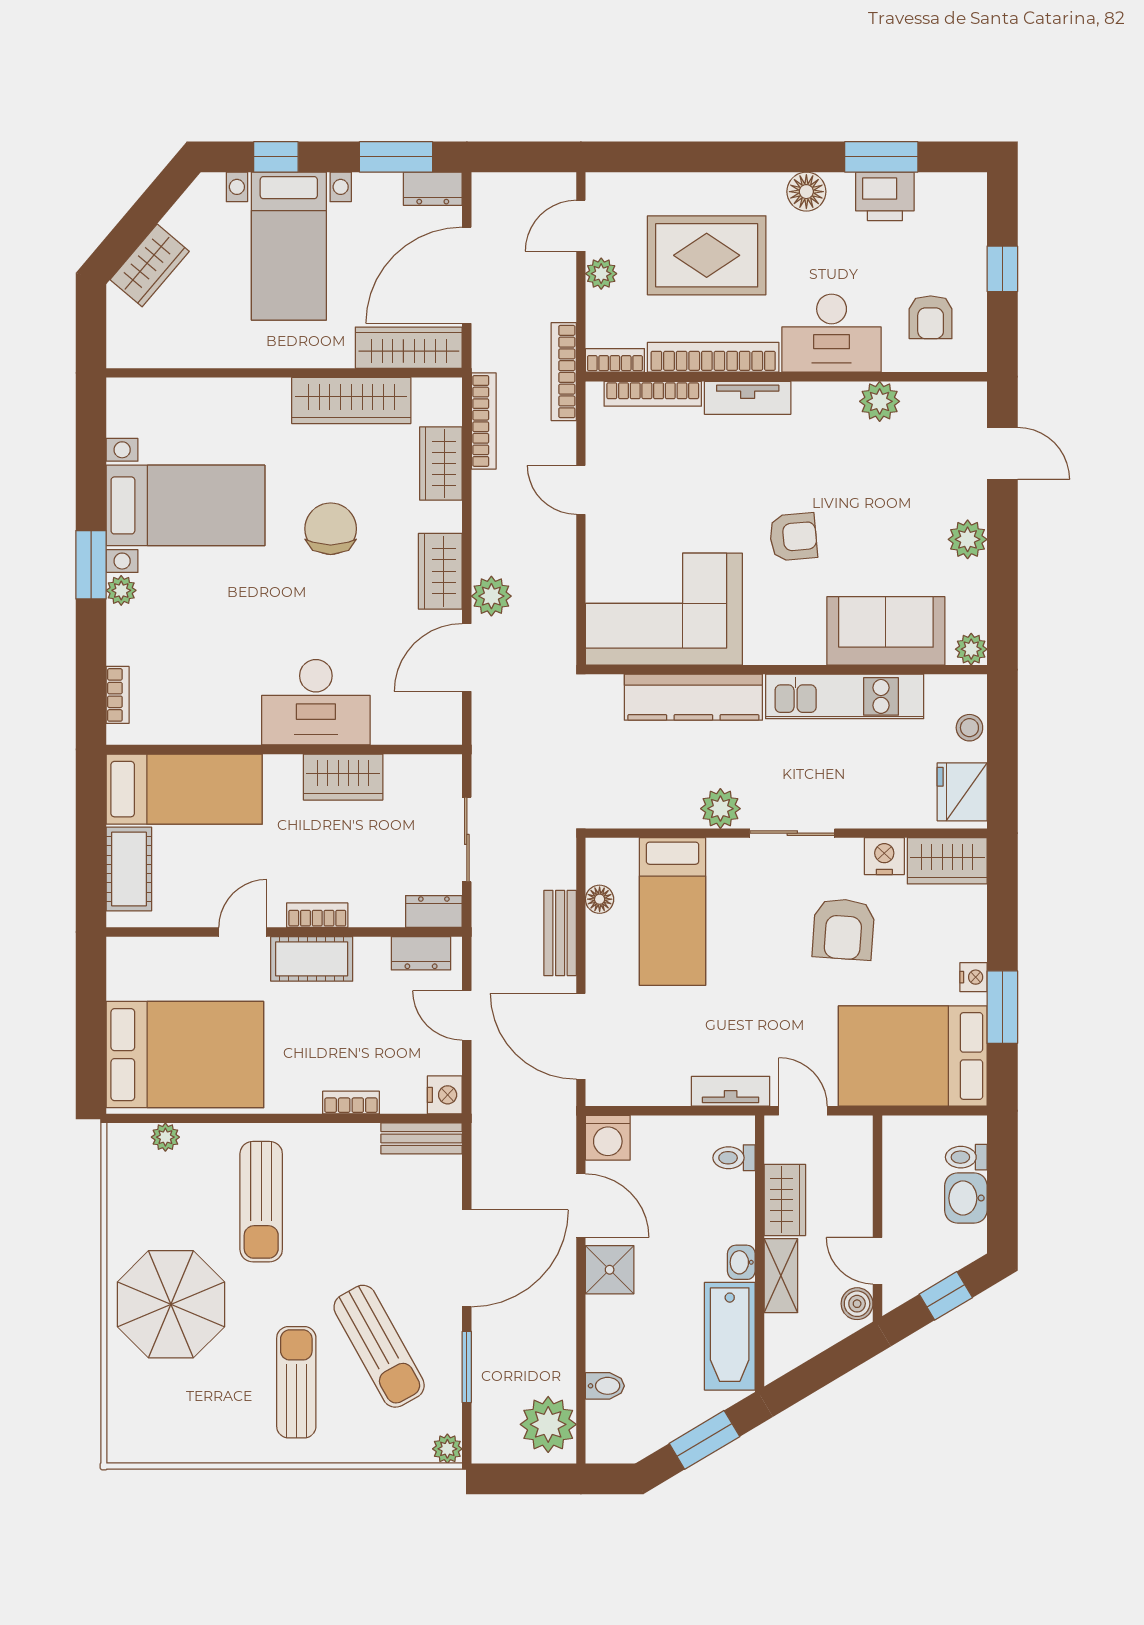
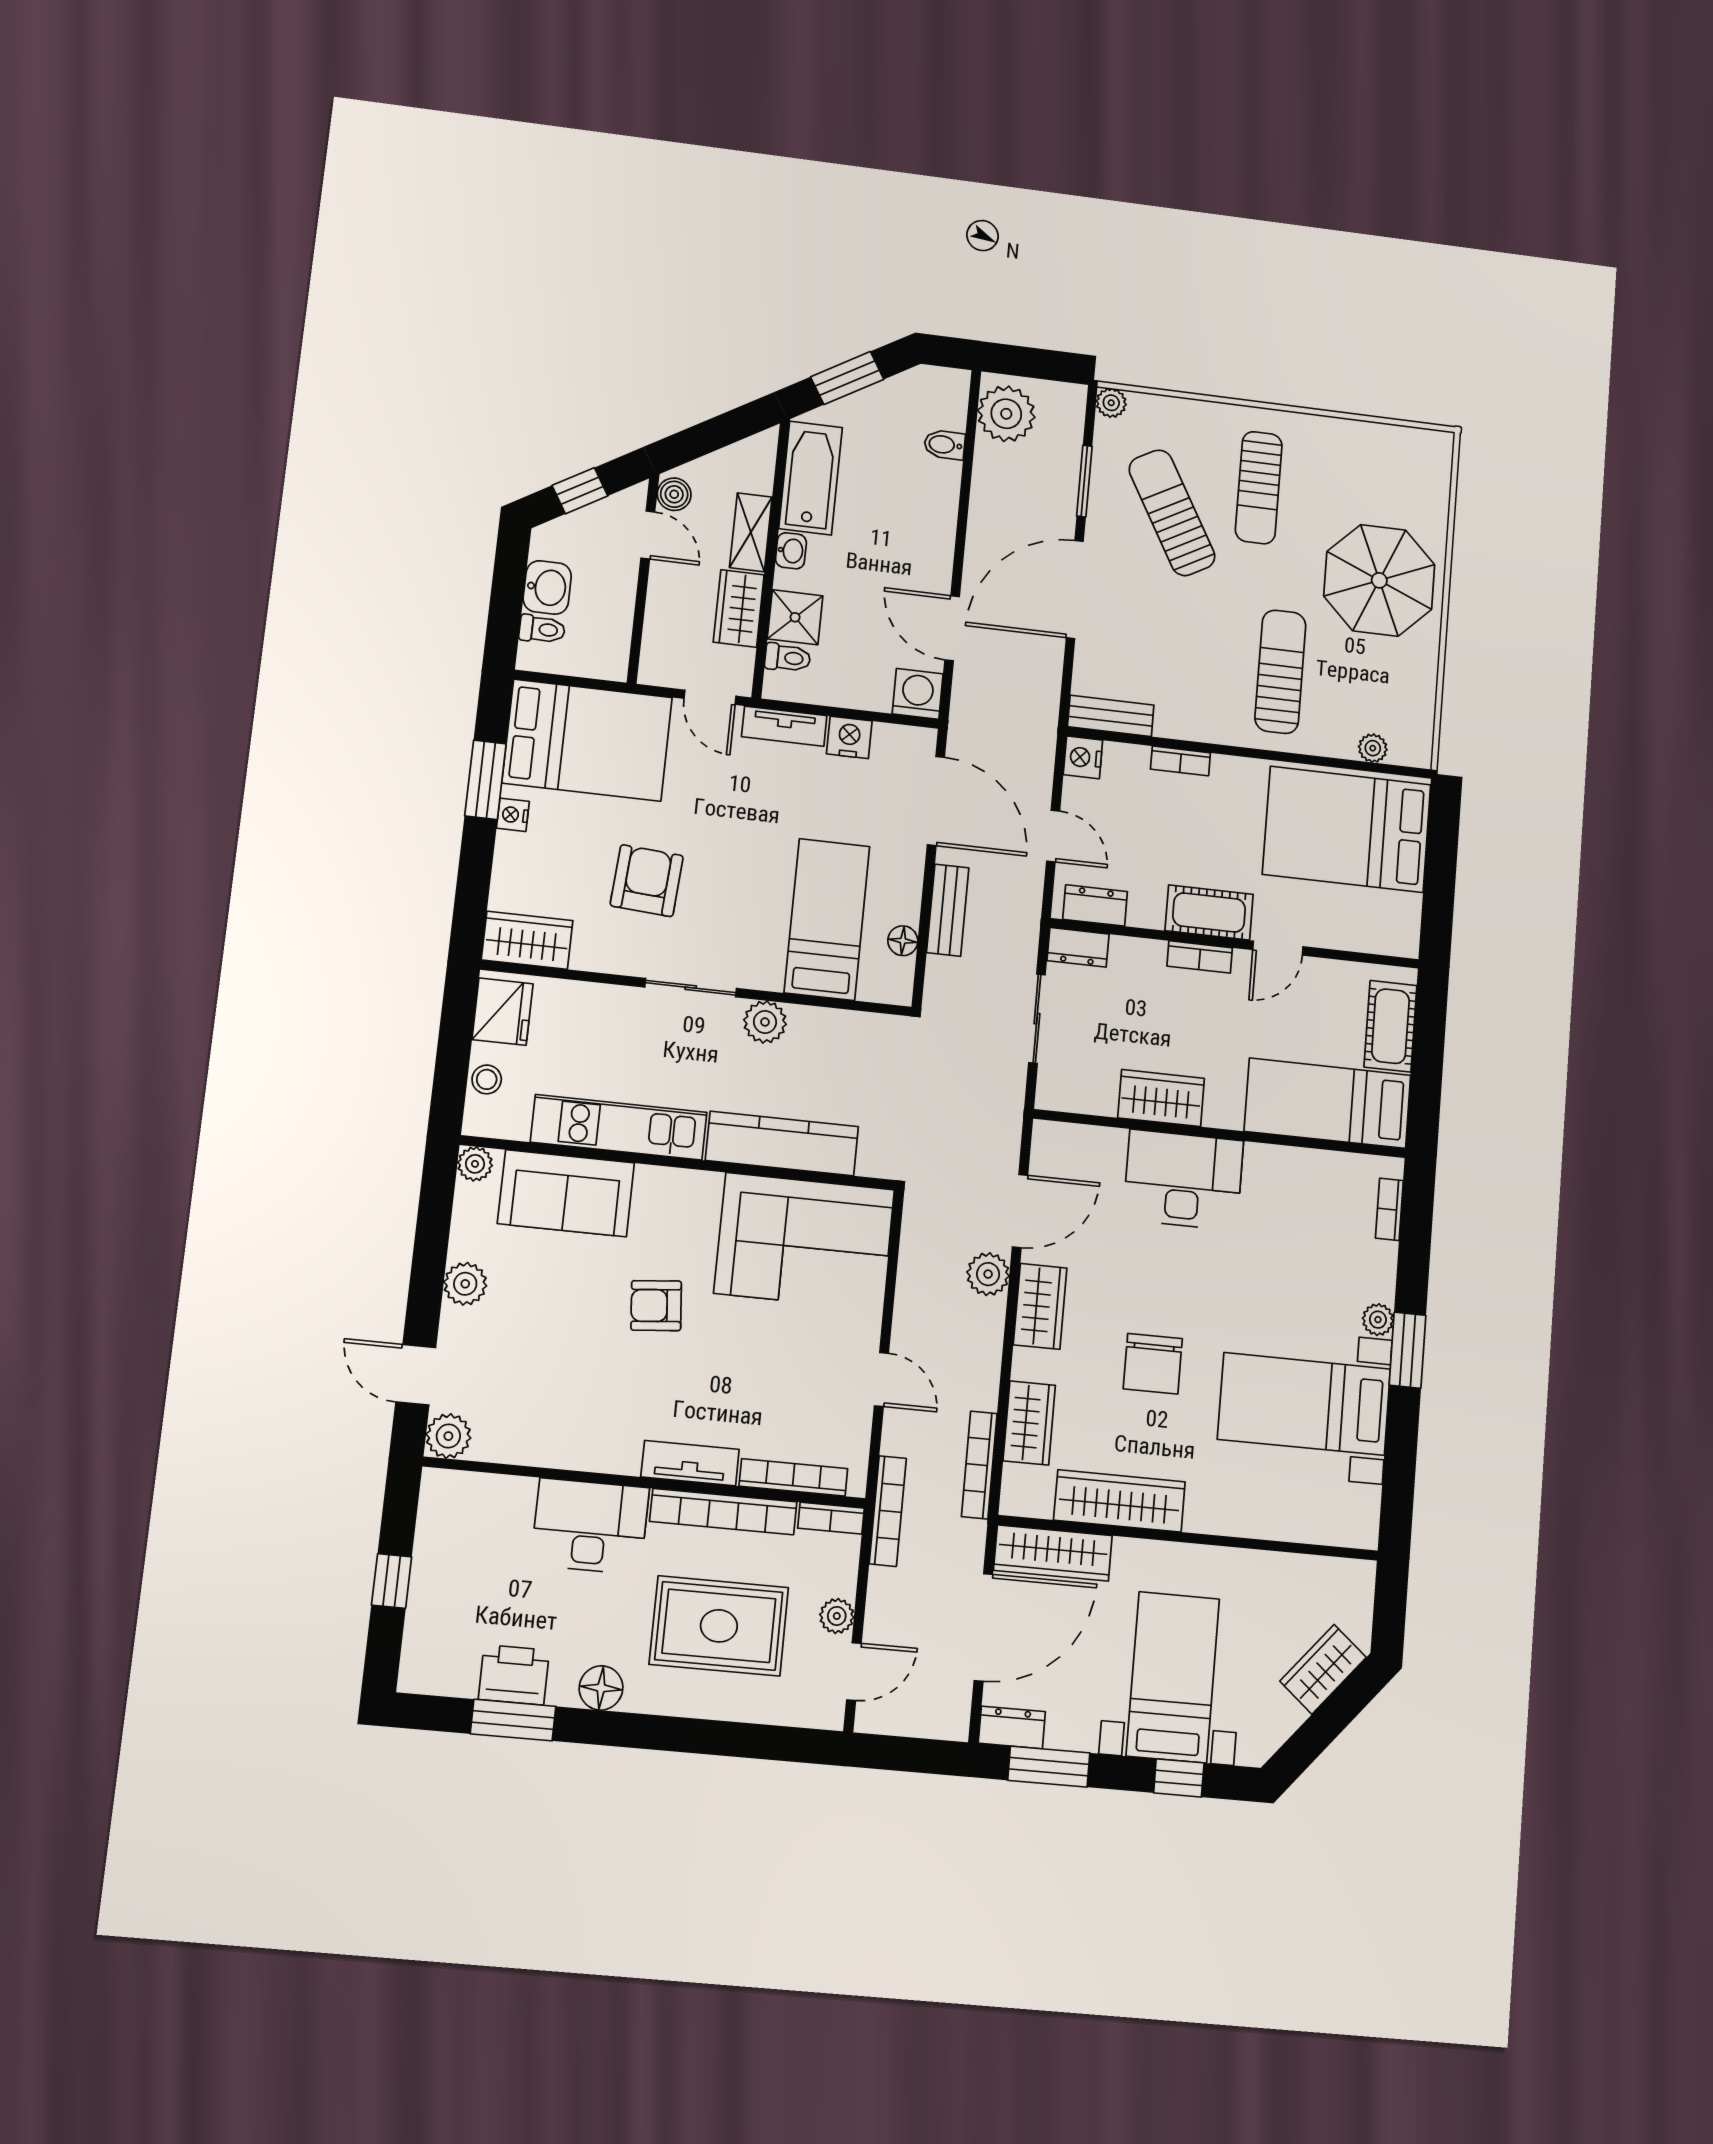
armchair: (931, 317) -> (478, 1534), removed
plant: (880, 401) -> (448, 1436), moved
nightstand: (884, 856) -> (849, 737), moved, turned 180
shower: (610, 1270) -> (795, 617), moved

